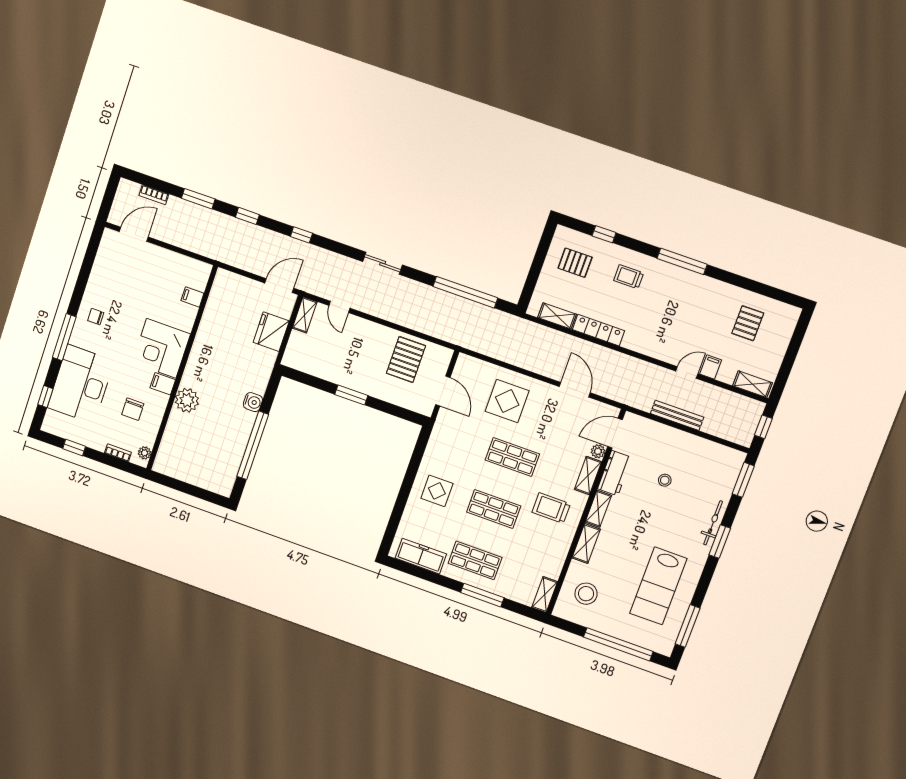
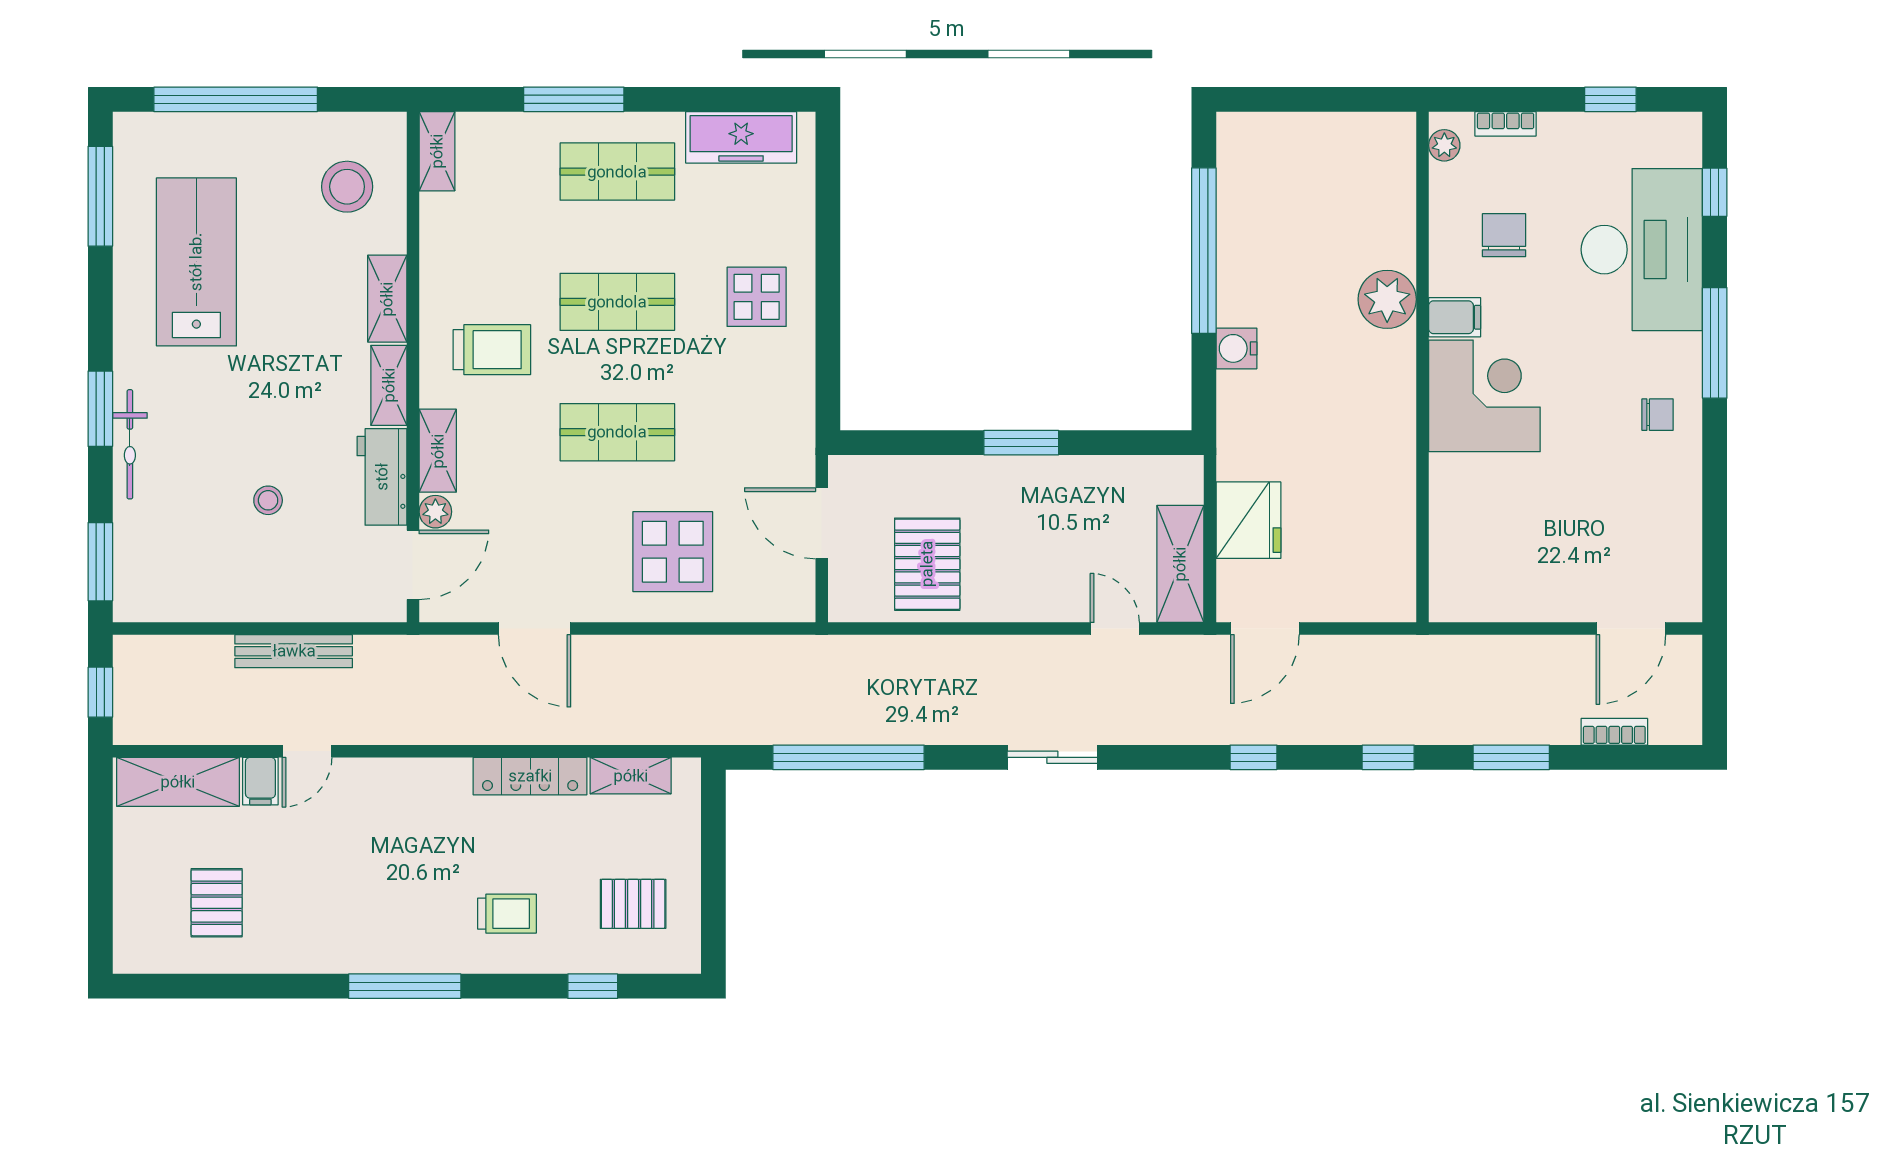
filing cabinet: (192, 297) -> (1452, 535), removed
shelving: (305, 315) -> (1180, 564), width x1.50, depth x1.33
shelving: (753, 384) -> (178, 782), width x1.50, depth x1.33

